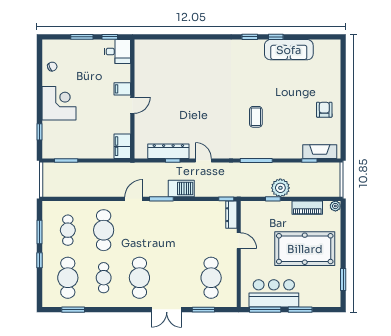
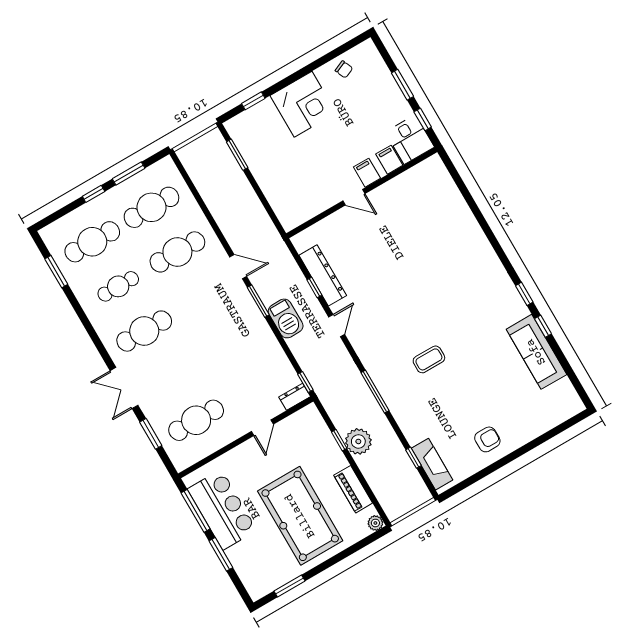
filing cabinet: (122, 146) -> (389, 160), moved, width x0.50
dresser: (231, 215) -> (295, 397), width x0.70
cafe table: (68, 230) -> (151, 207), width x1.37, depth x1.35

